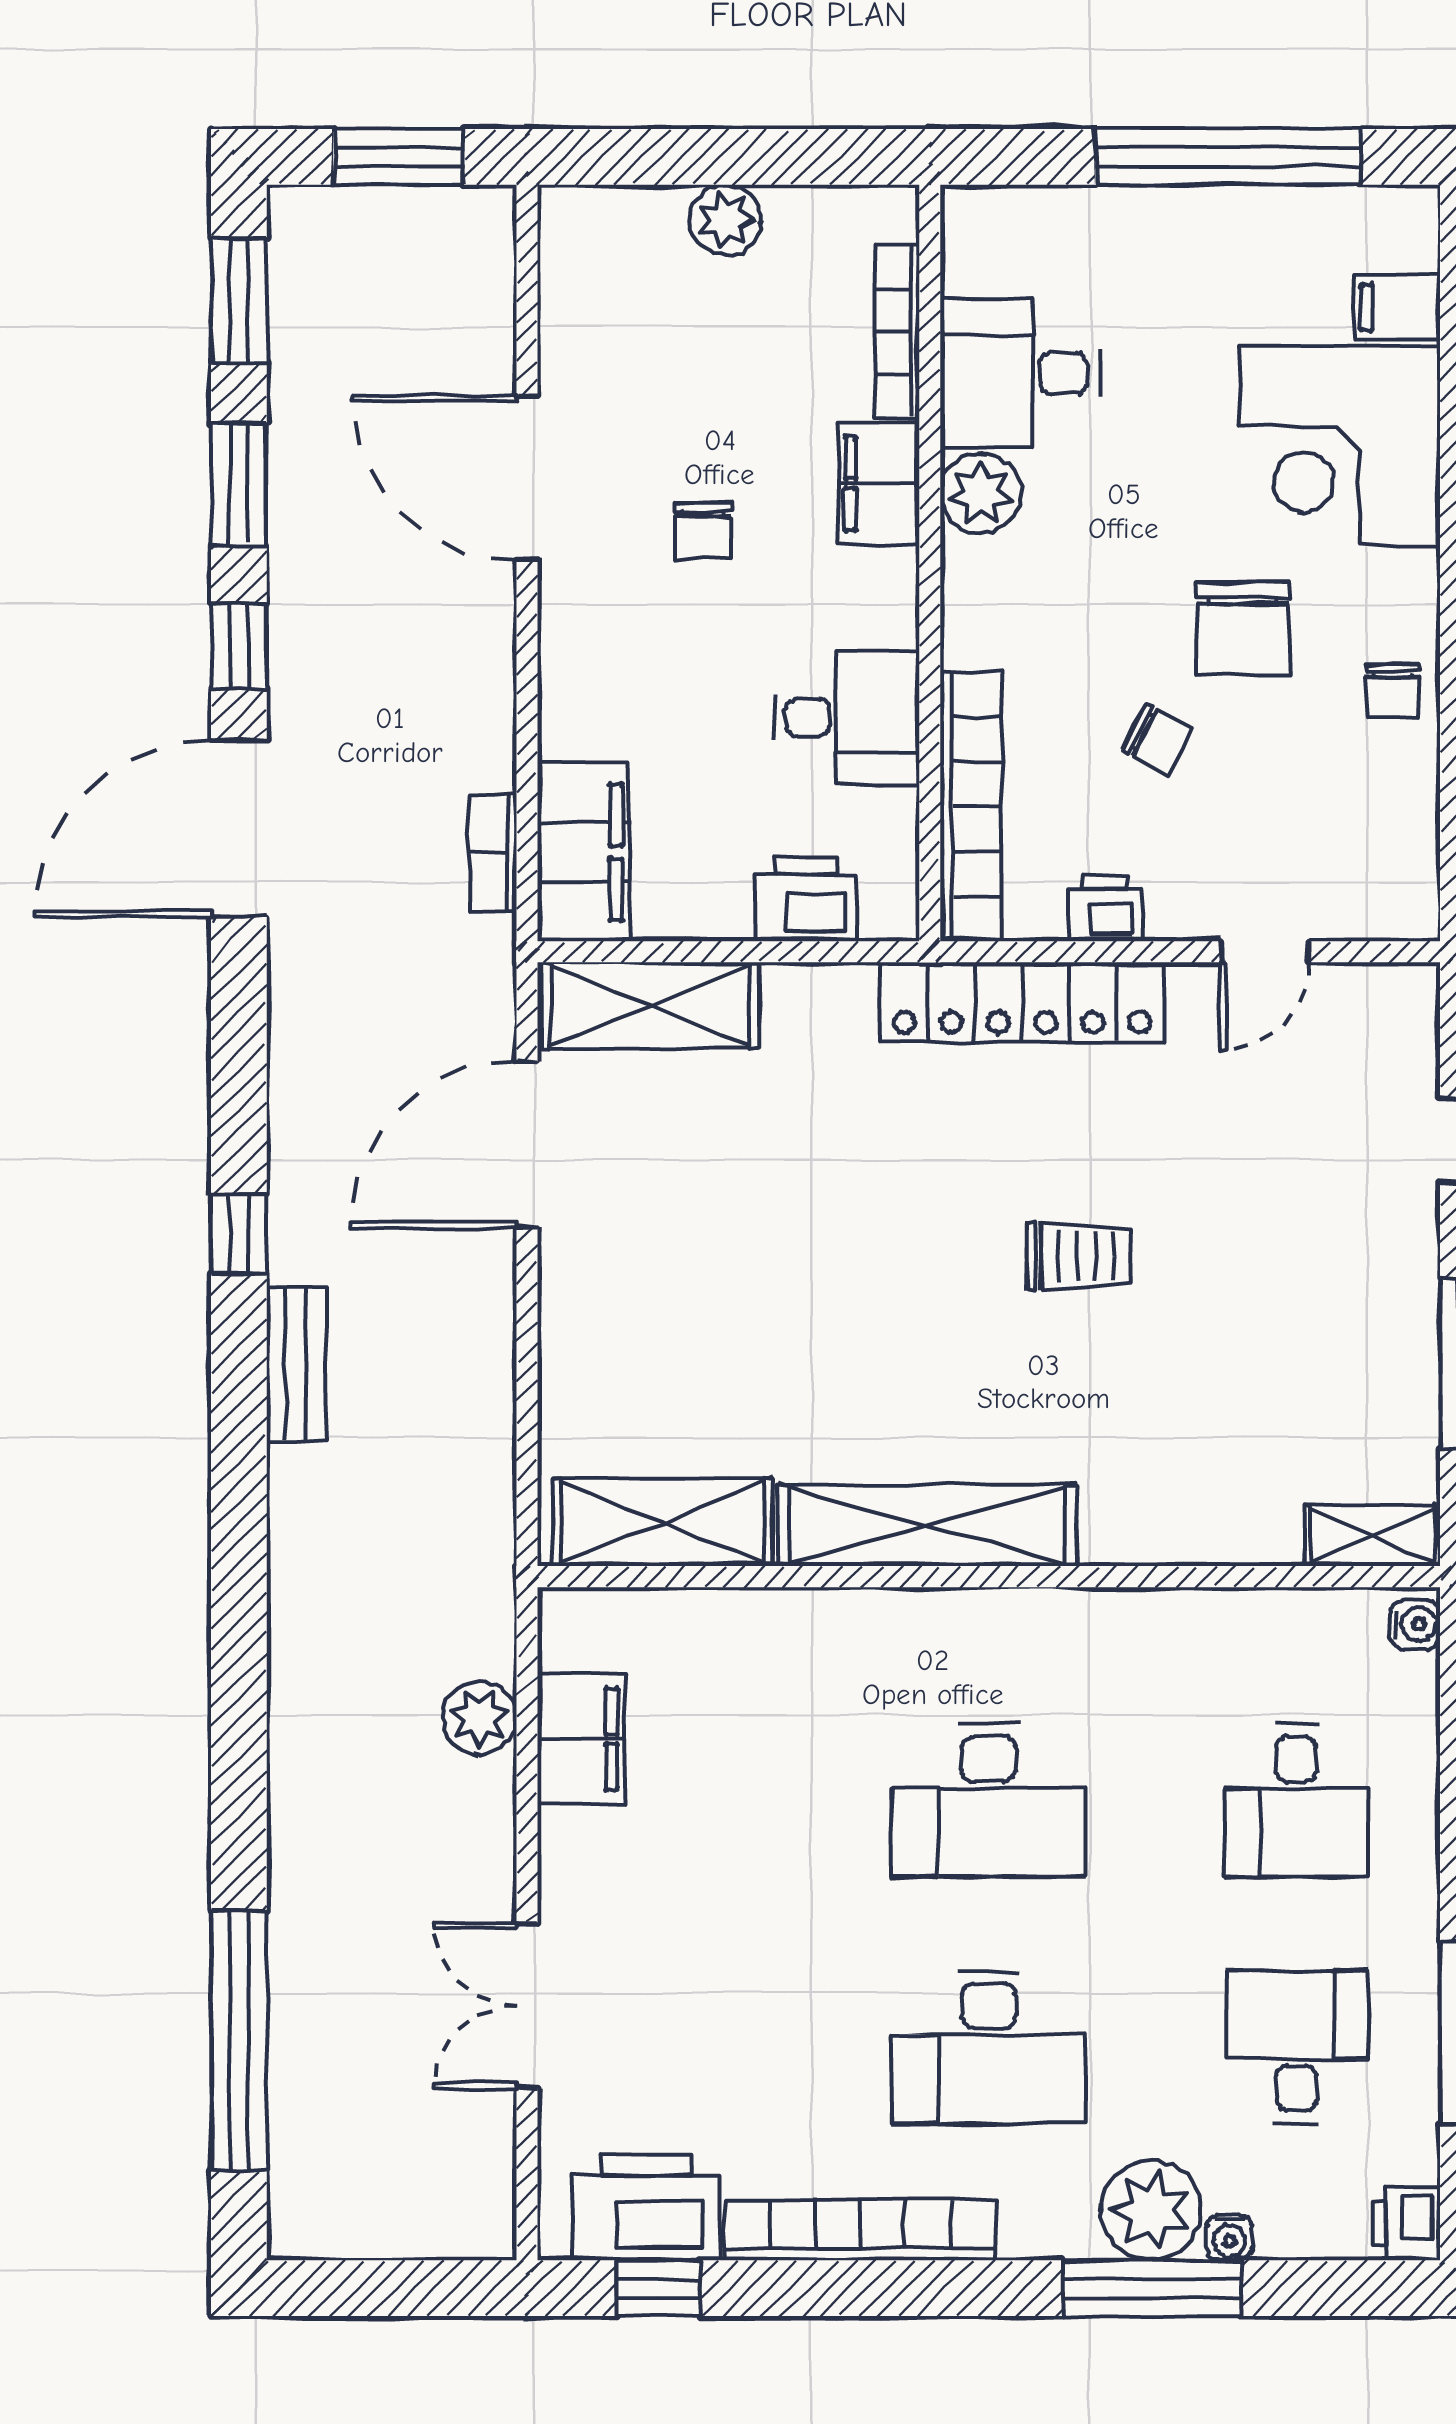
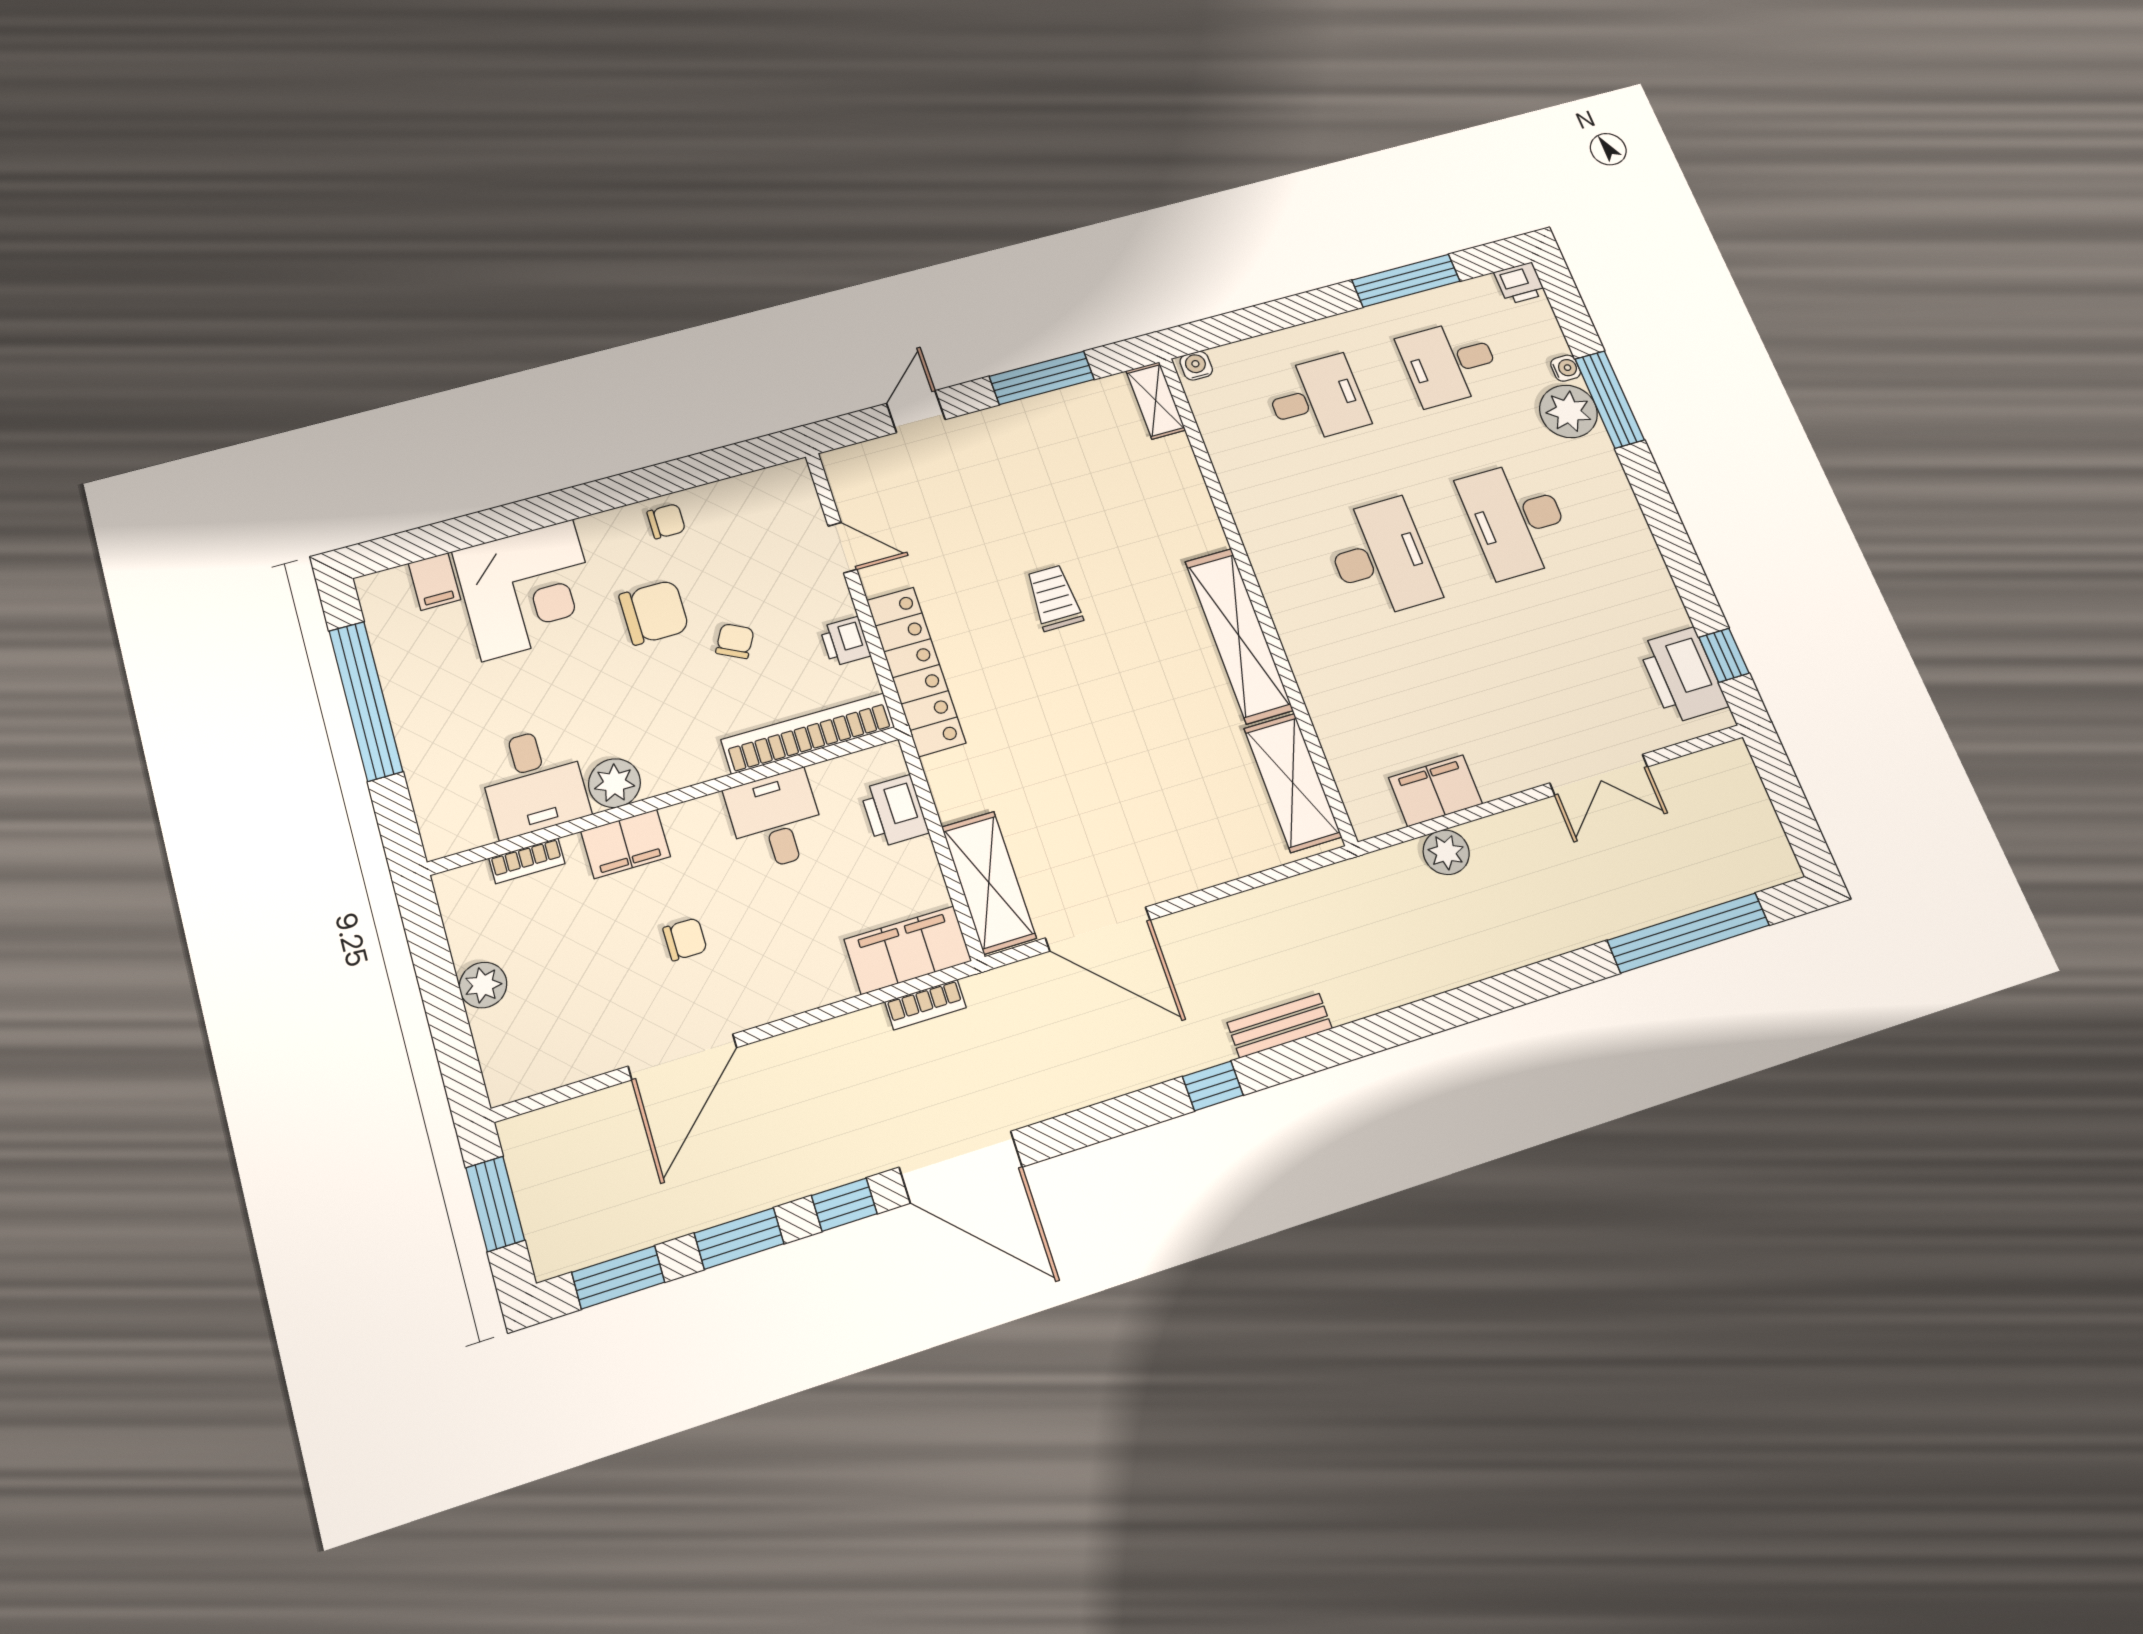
bookcase: (897, 332) -> (527, 861), width x0.64
desk: (989, 2047) -> (1516, 519), turned 180
bookcase: (860, 2230) -> (1645, 557), removed

